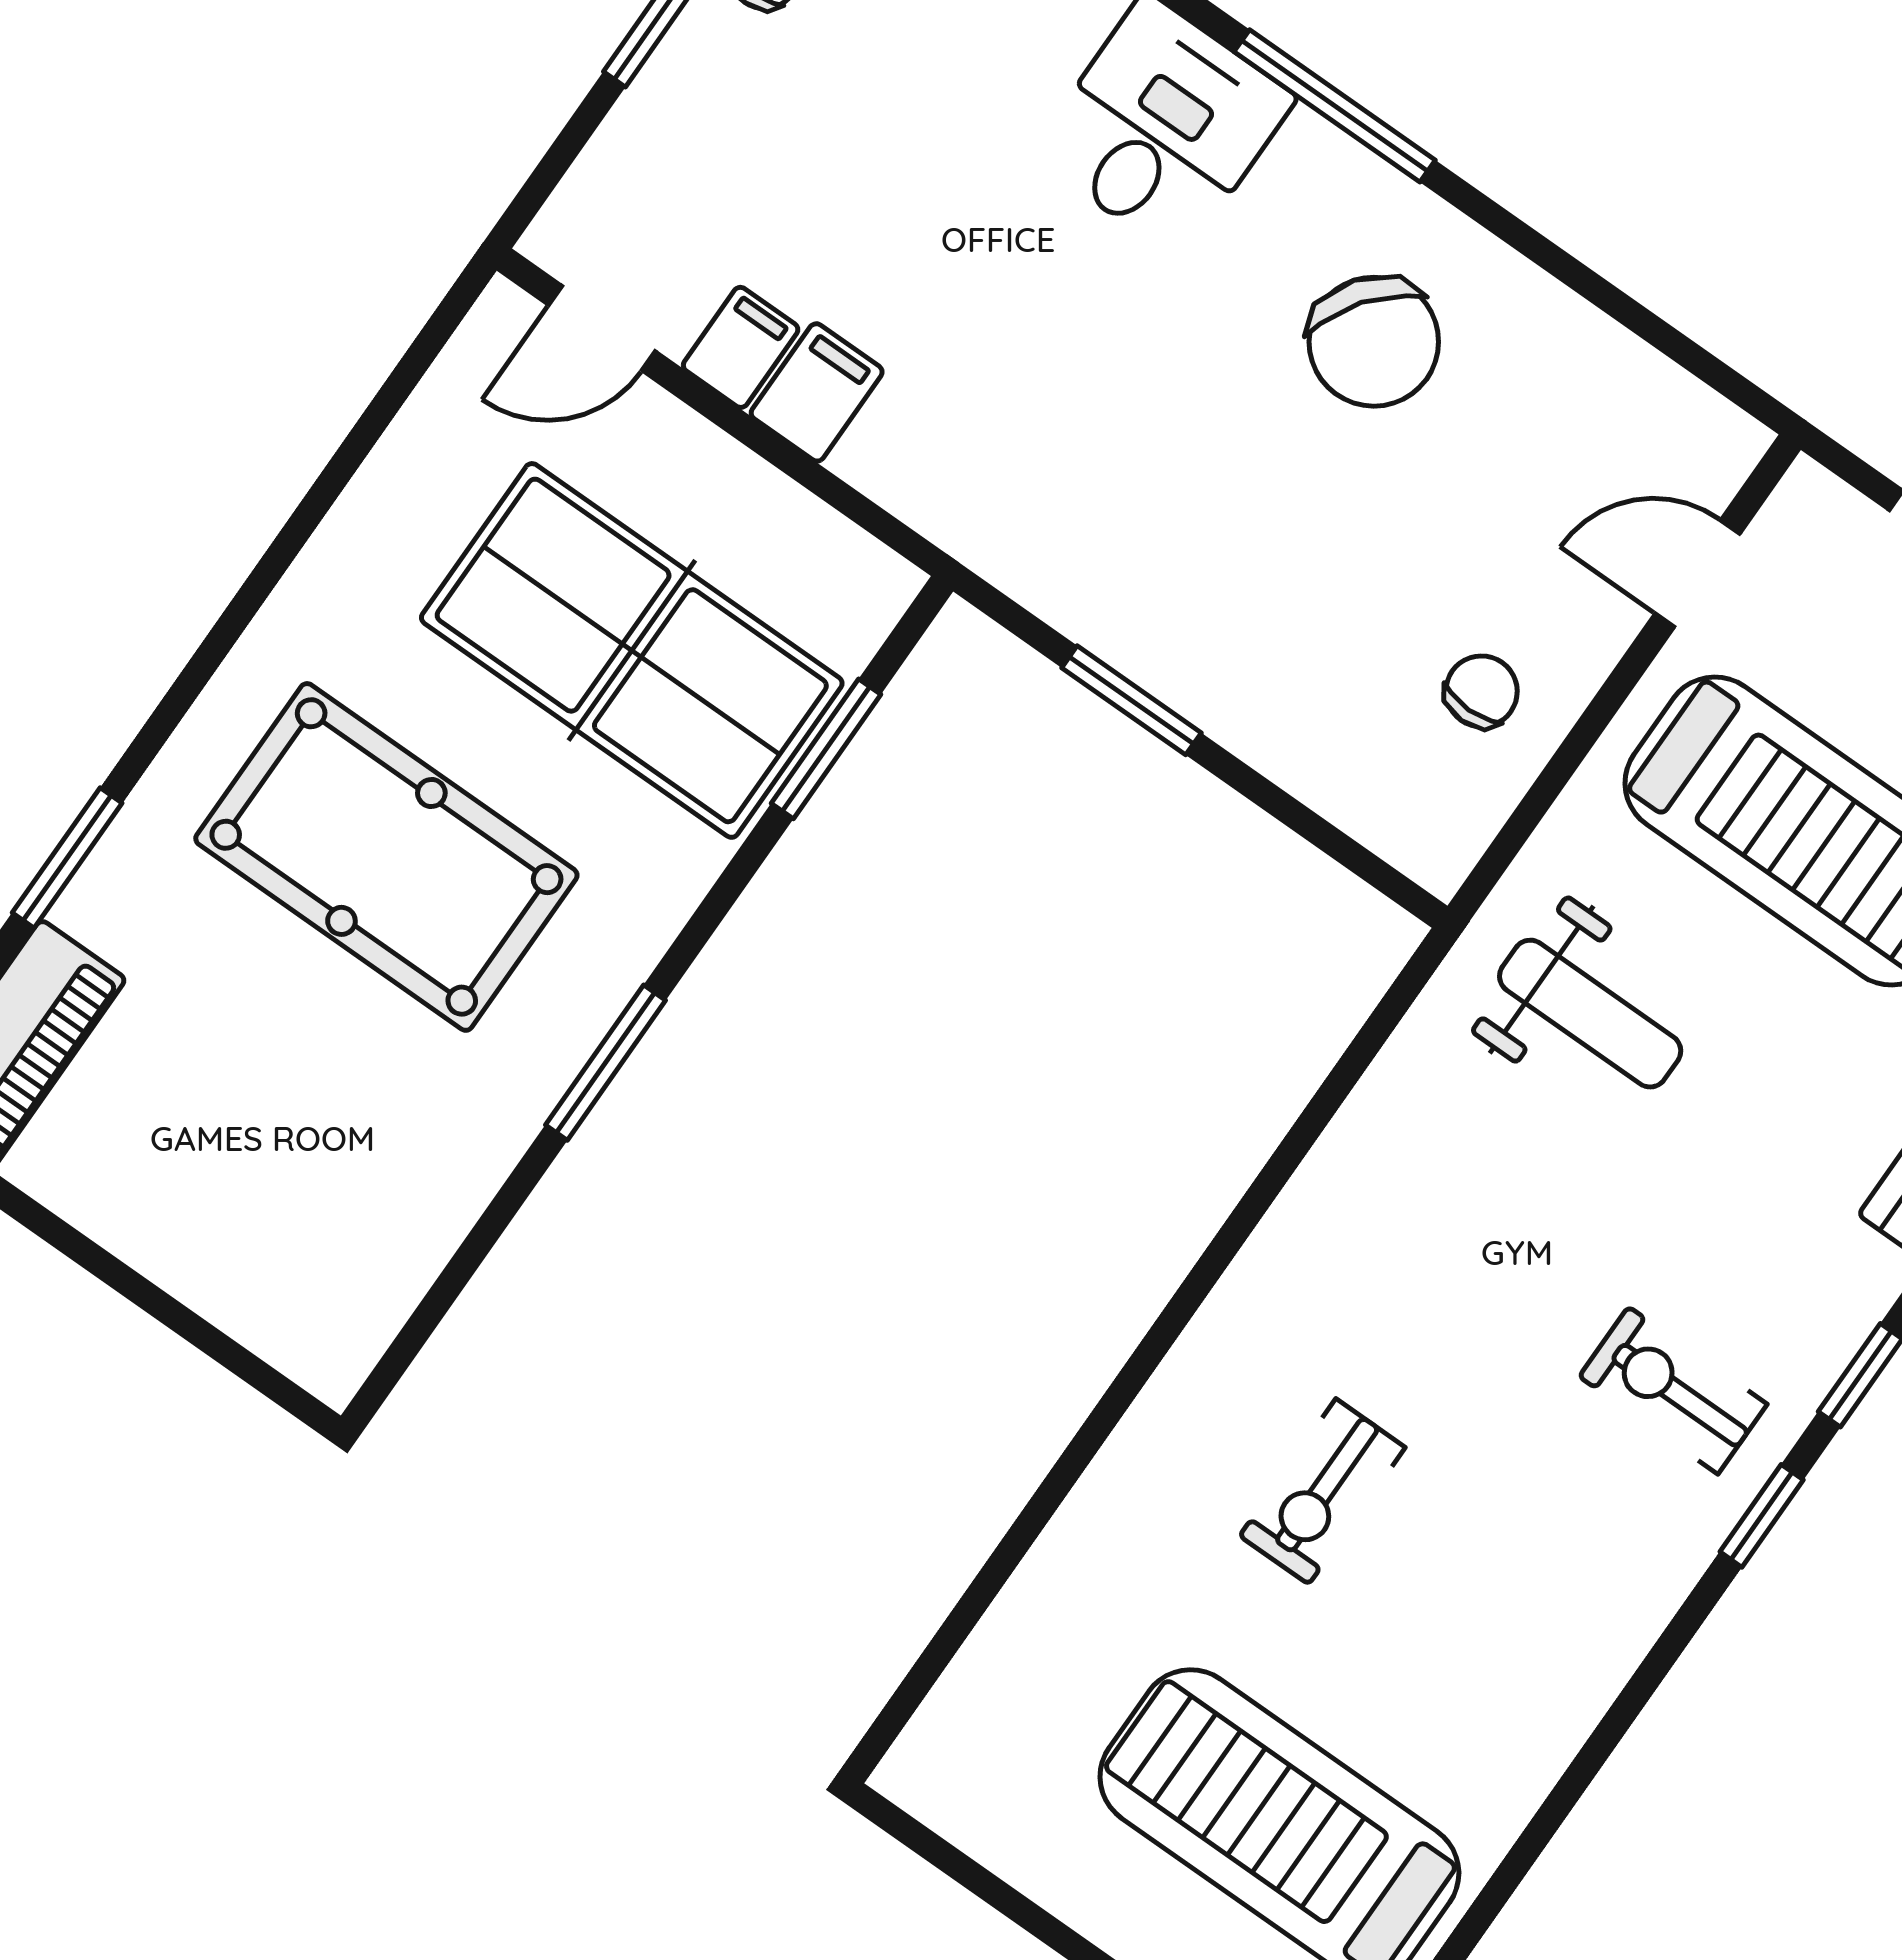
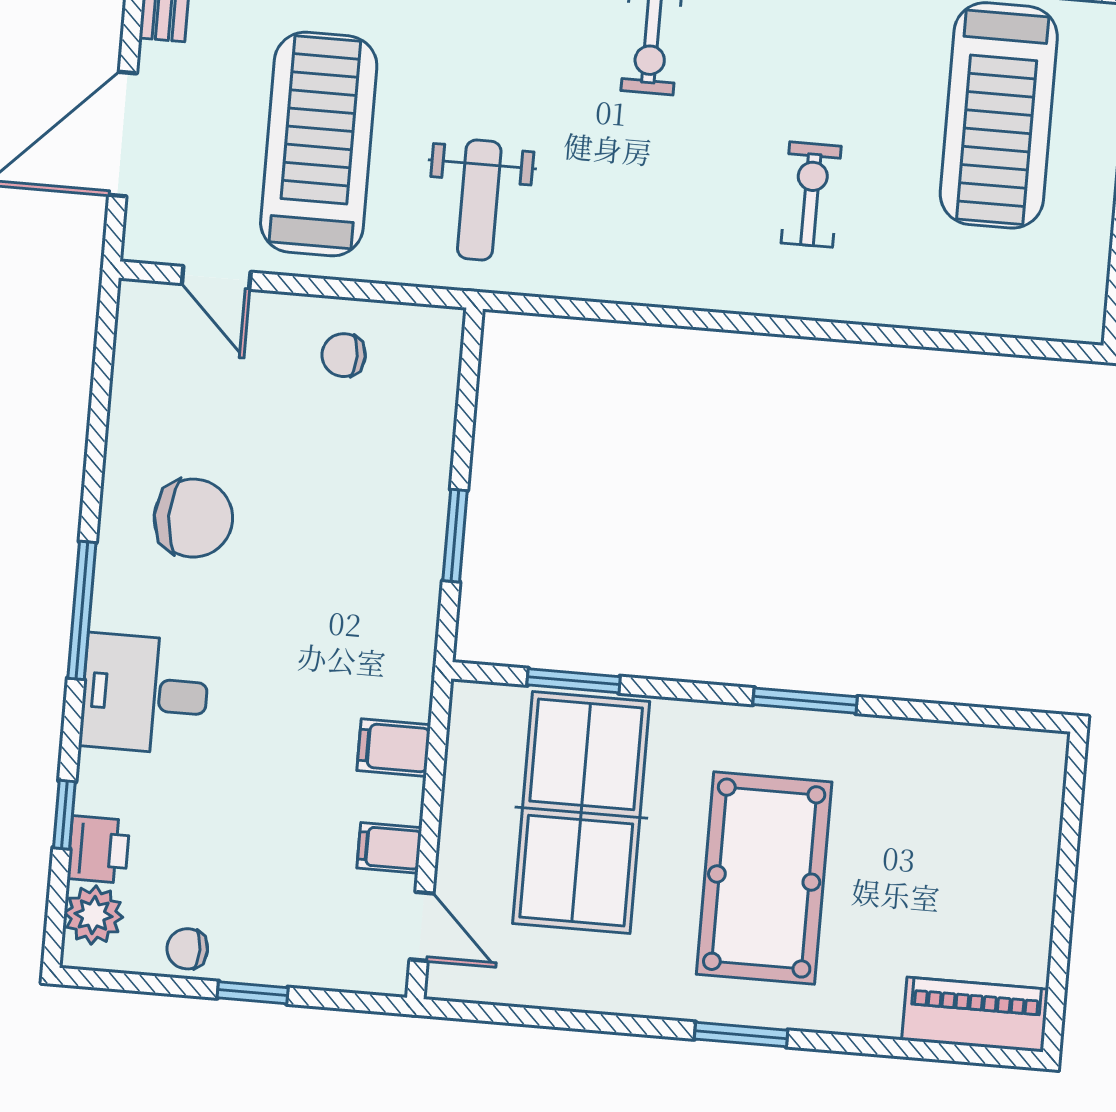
chair: (1374, 342) -> (193, 518), turned 53
filing cabinet: (817, 392) -> (394, 748), moved
window: (67, 858) -> (741, 1035), moved
weight bench: (1590, 1014) -> (479, 200), turned 180
exercise bike: (1322, 1492) -> (811, 195), turned -90

